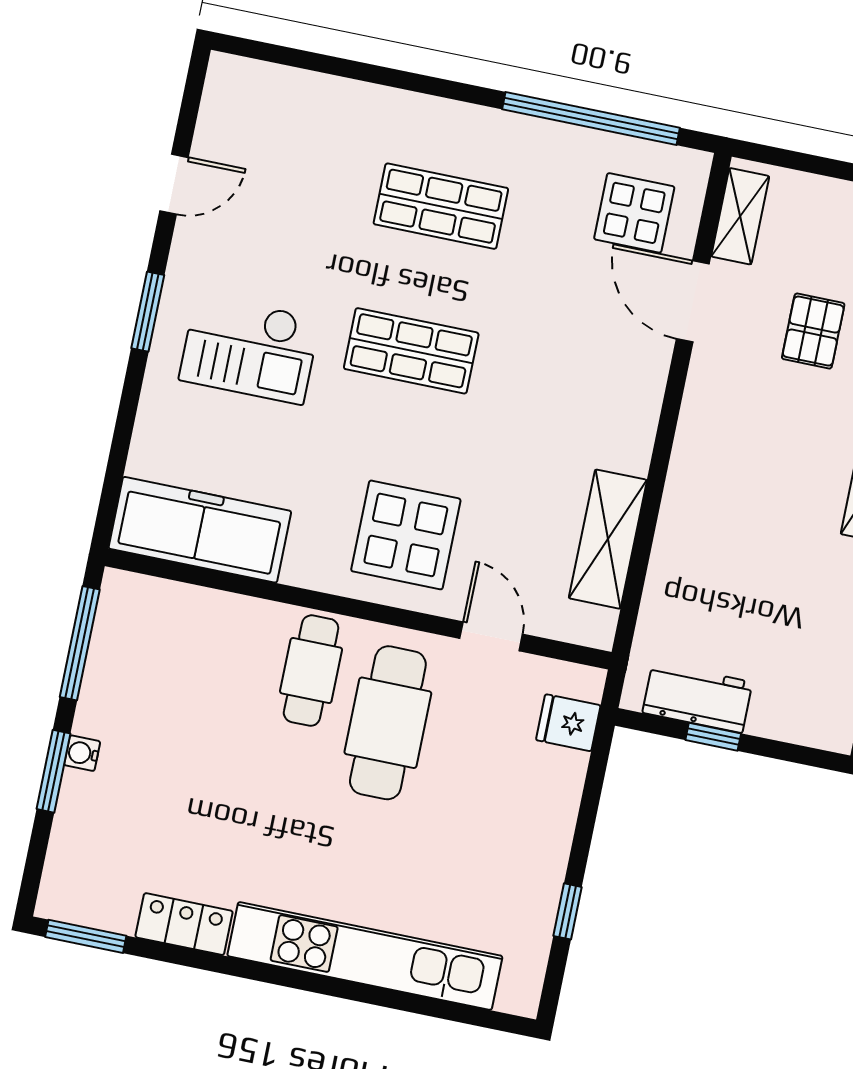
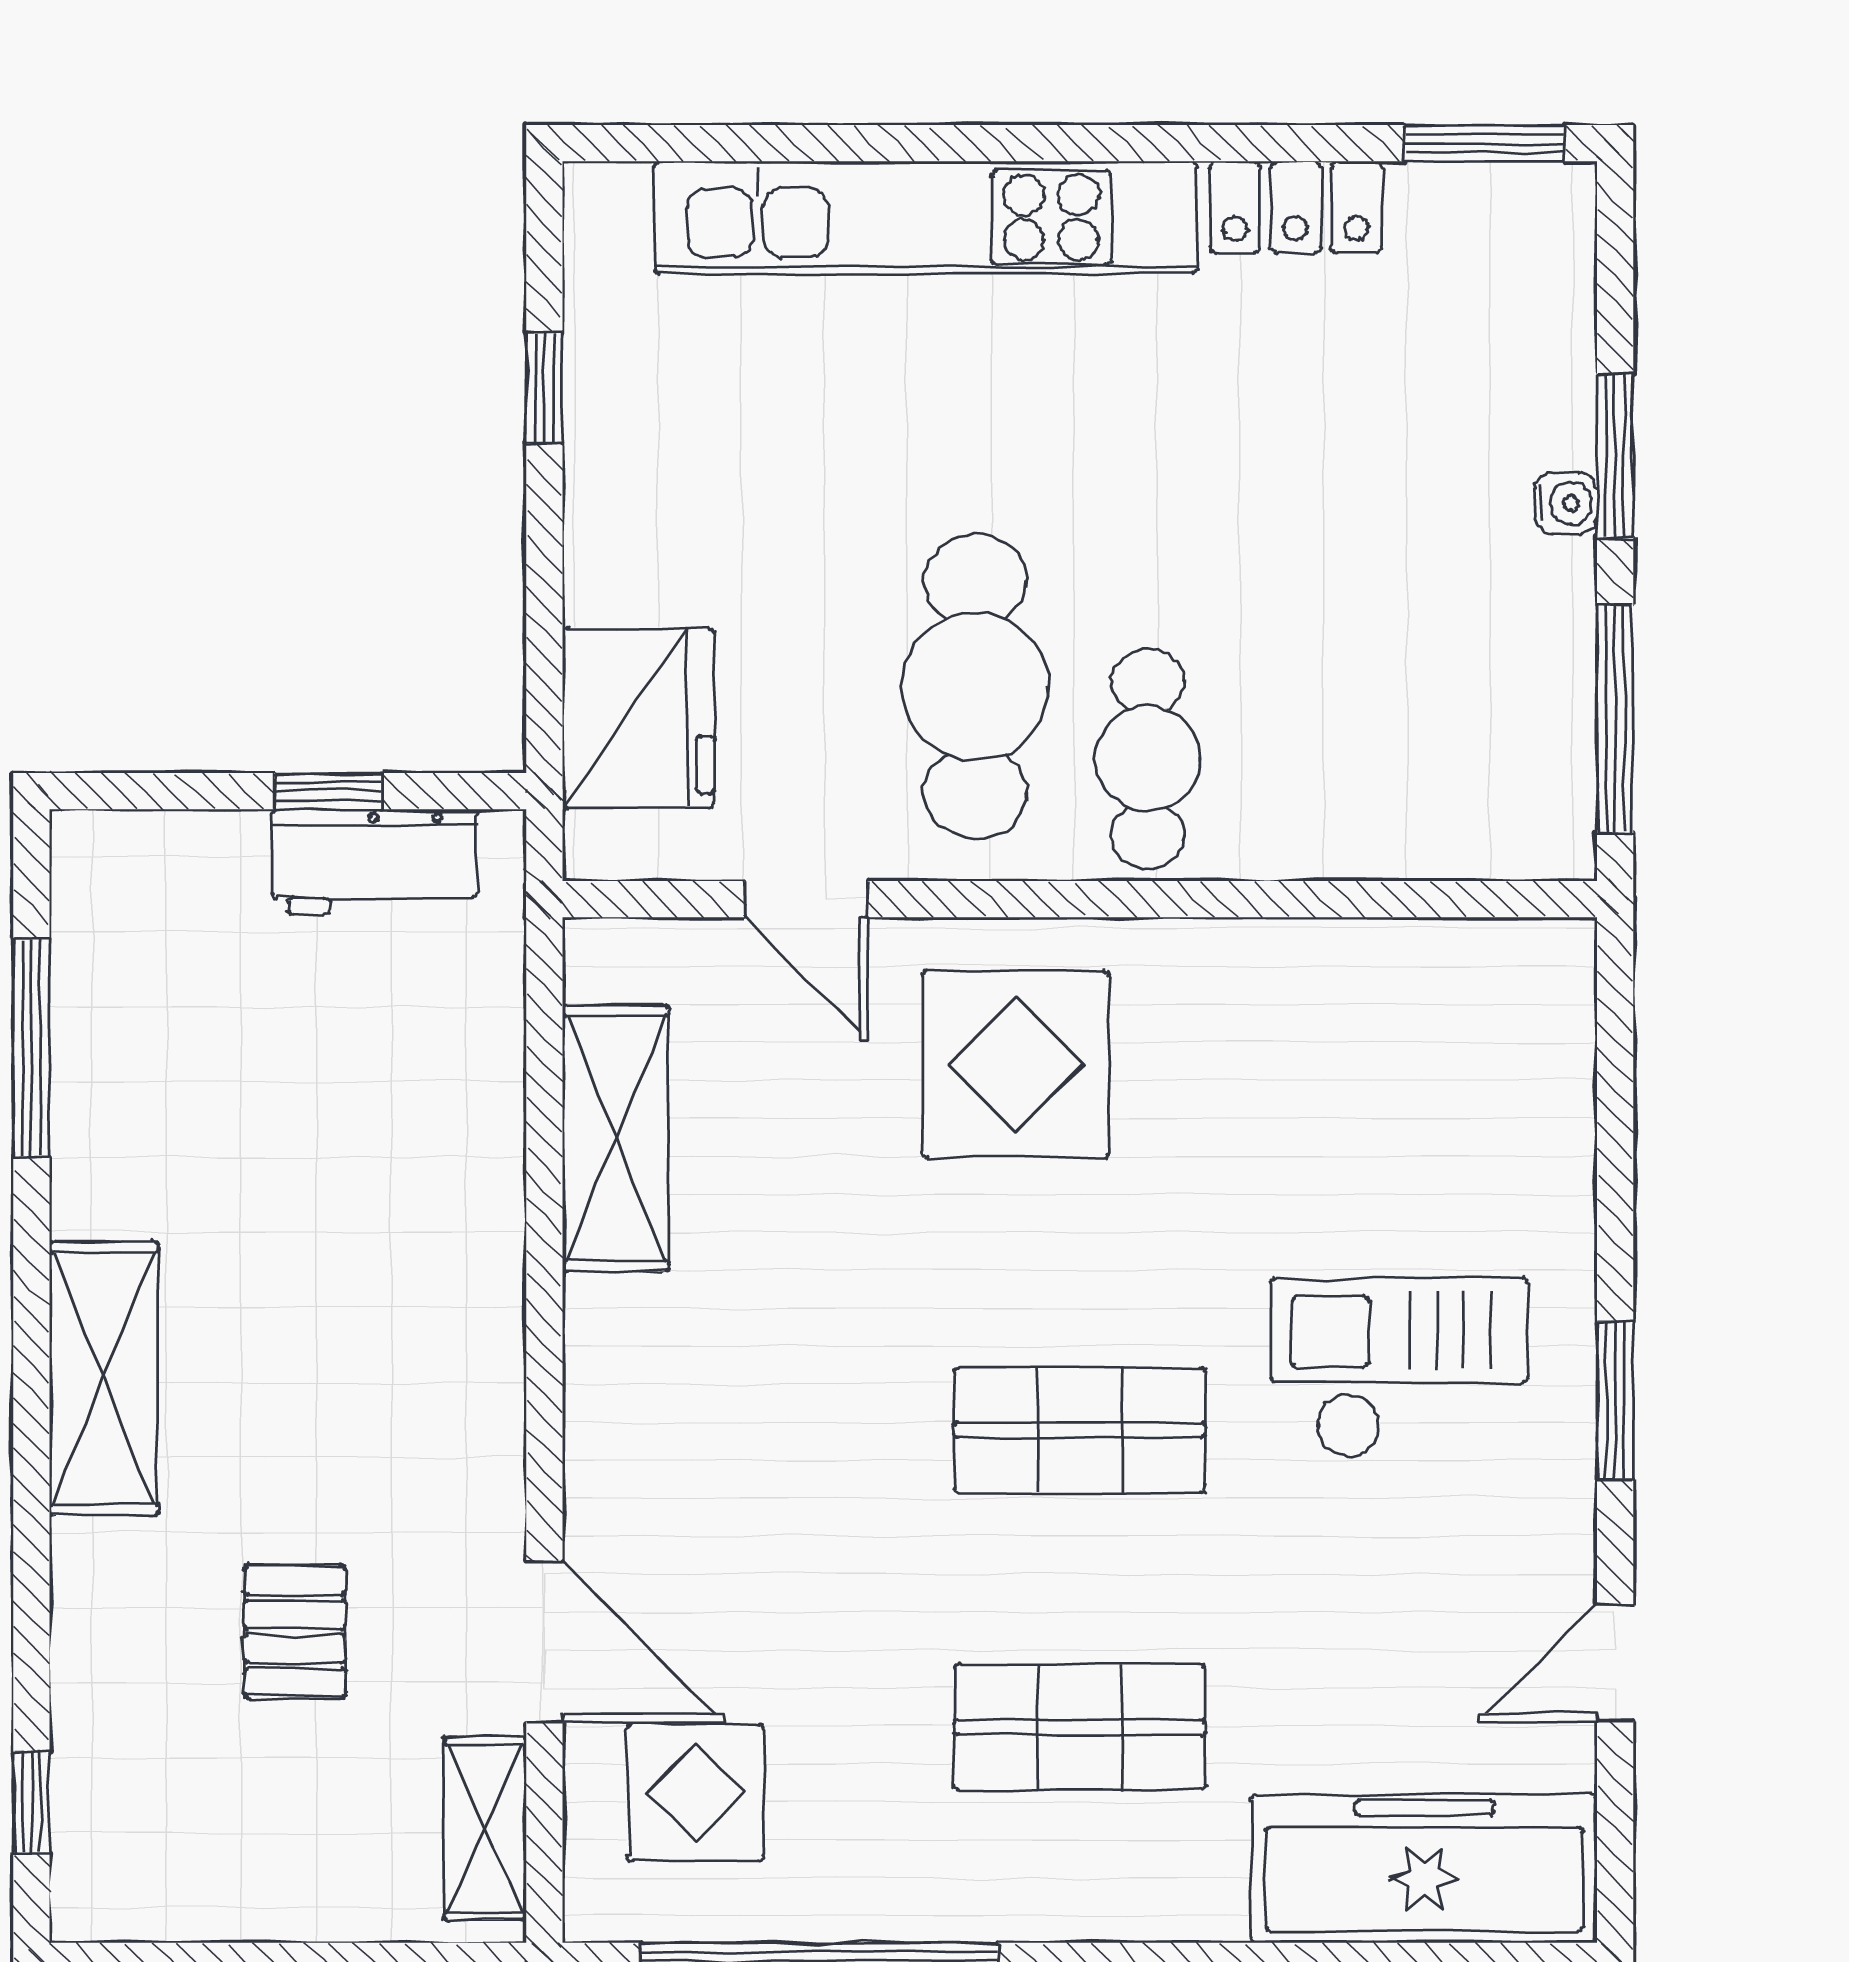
freezer: (200, 530) -> (1424, 1869), moved, turned 180
fridge: (568, 723) -> (638, 718), width x1.88, depth x1.34

